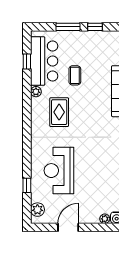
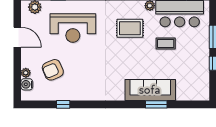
reception desk: (59, 171) -> (73, 28), turned 180
armchair: (102, 191) -> (53, 70), added

